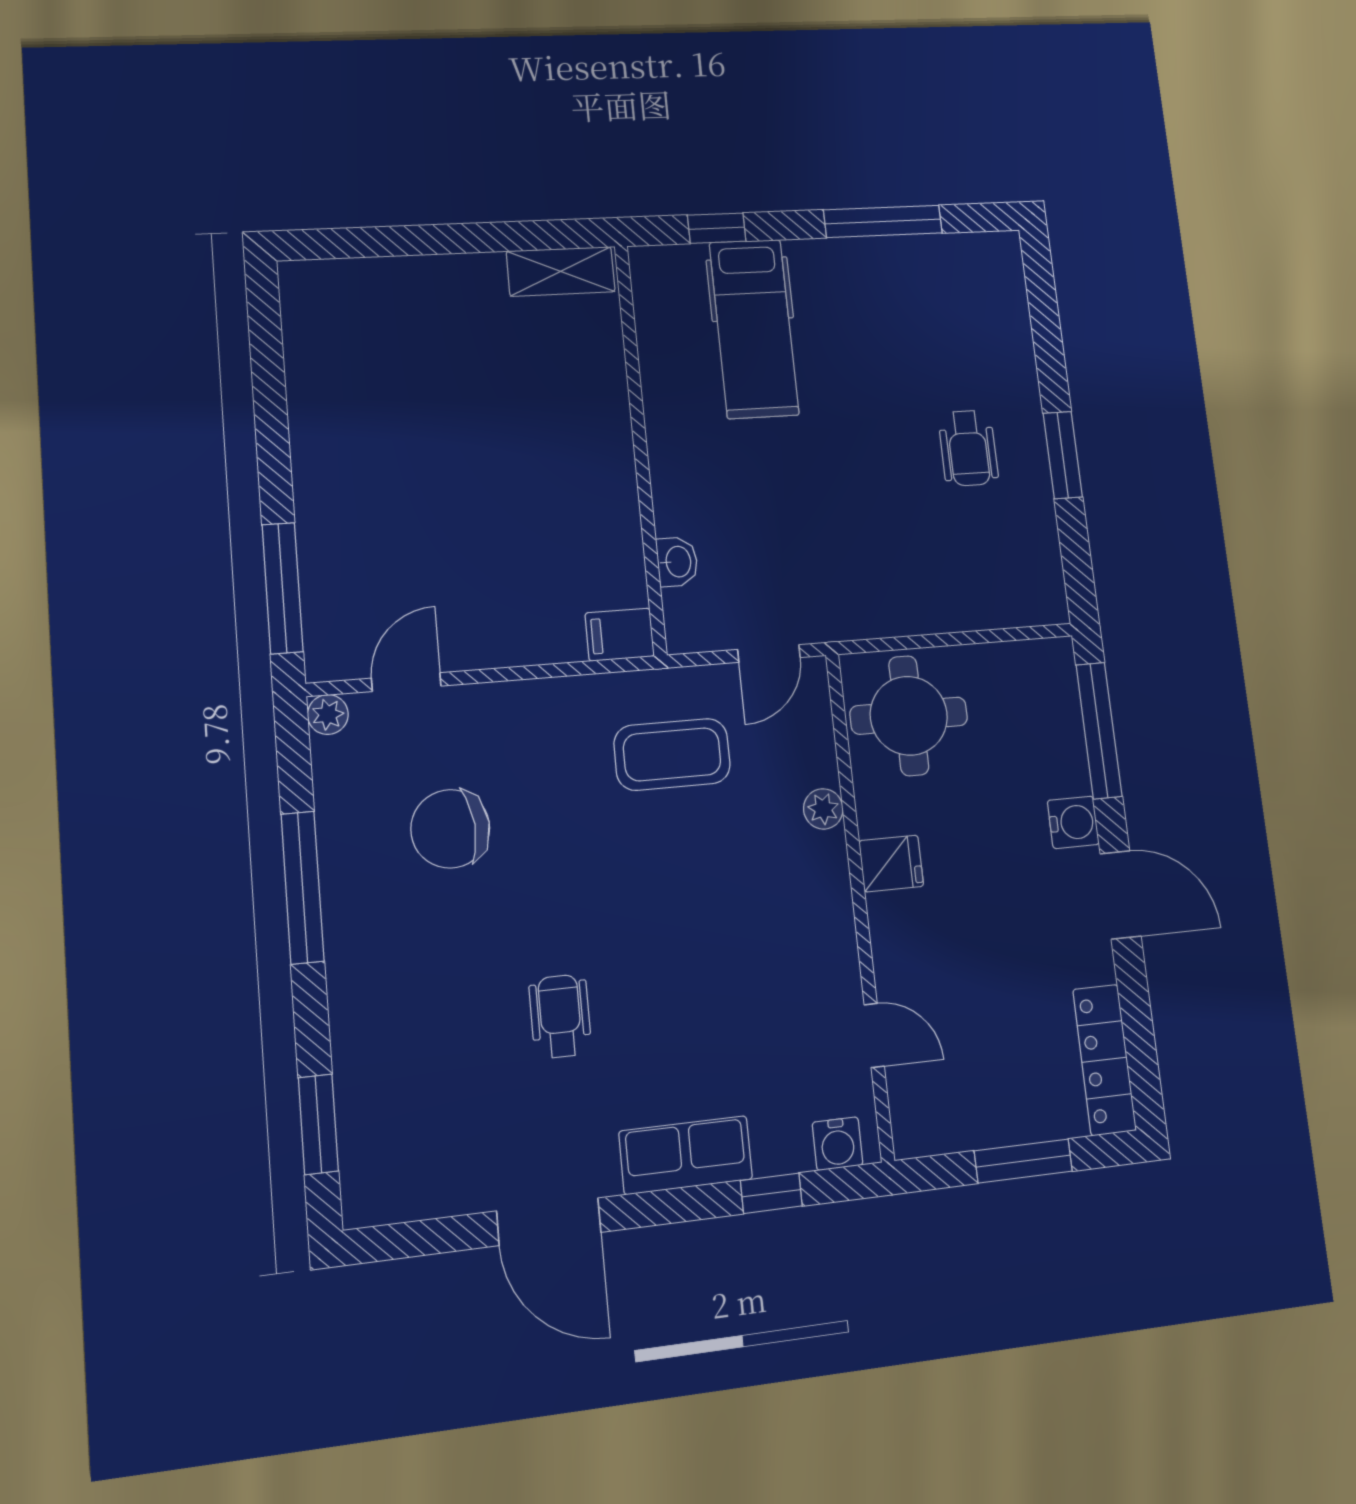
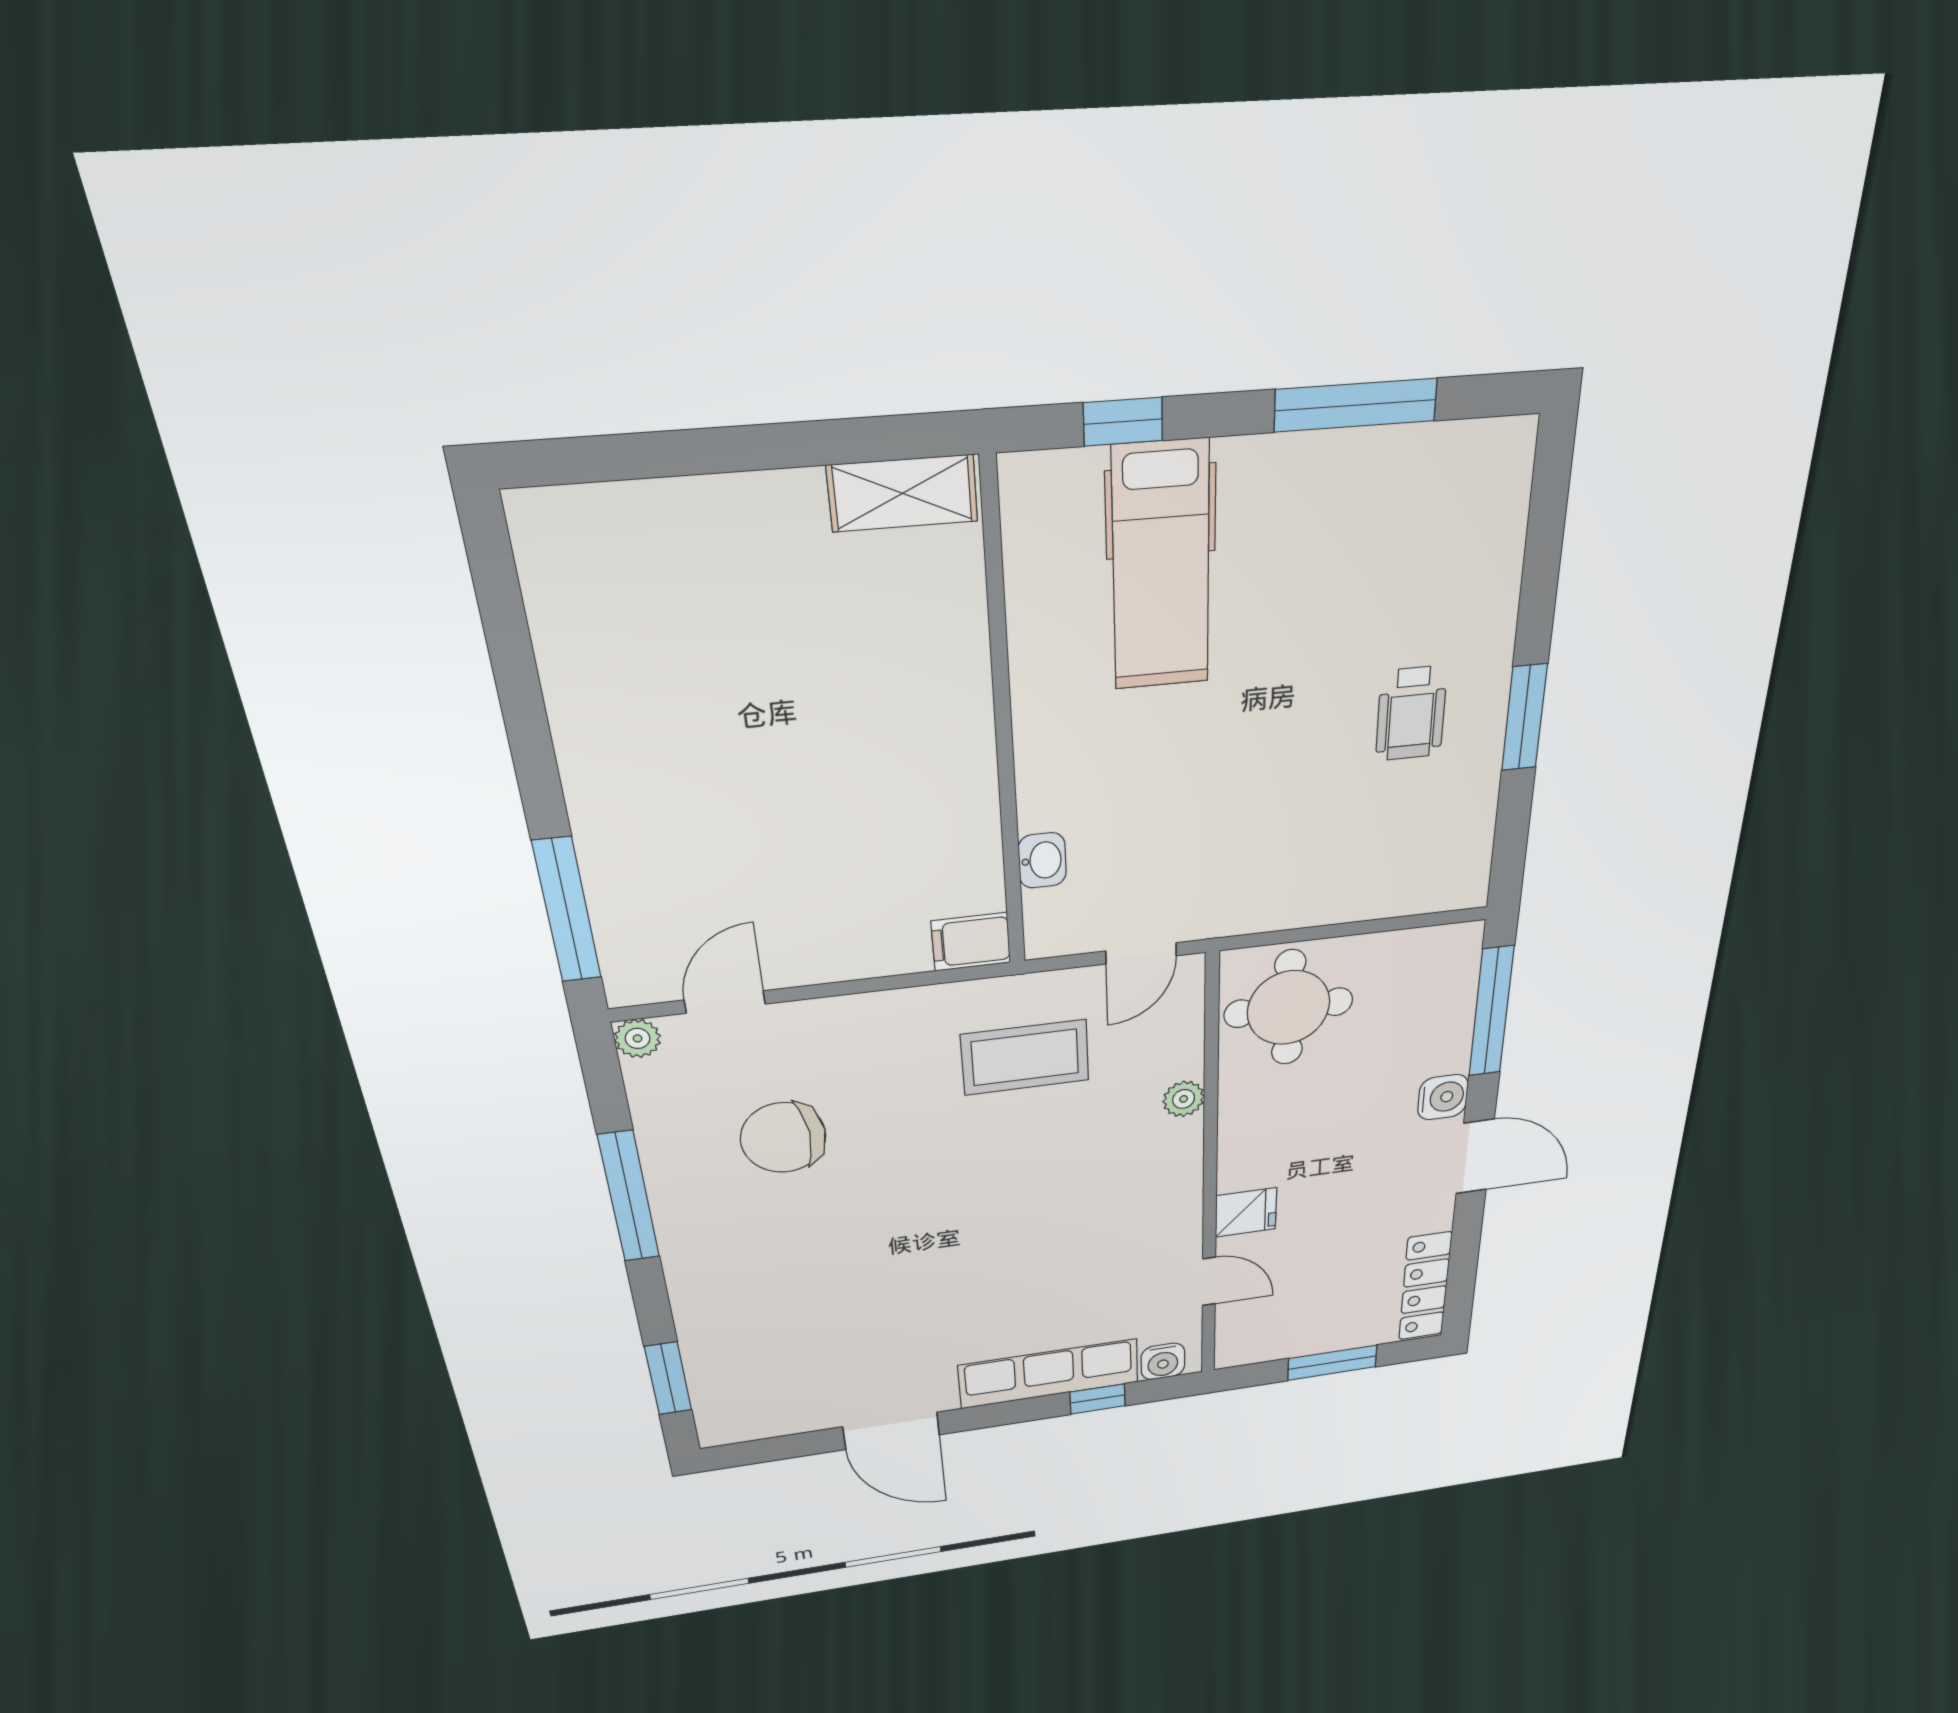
fridge: (891, 864) -> (1246, 1212), moved
wheelchair: (560, 1016) -> (902, 1285), removed
row of seats: (686, 1155) -> (1049, 1374), width x1.48

